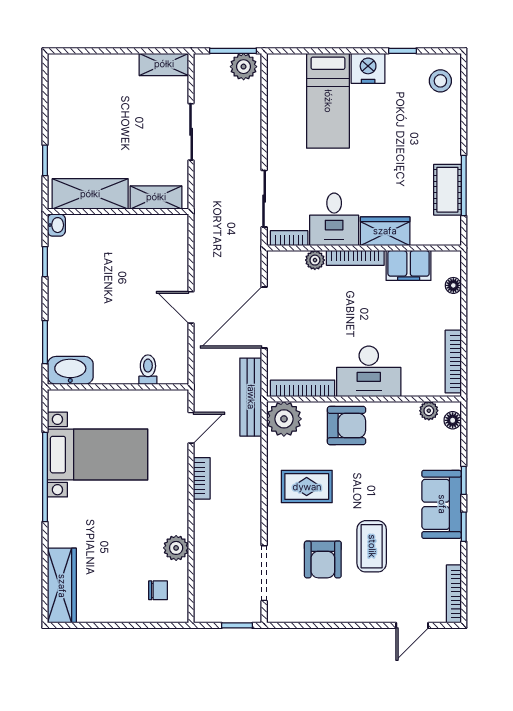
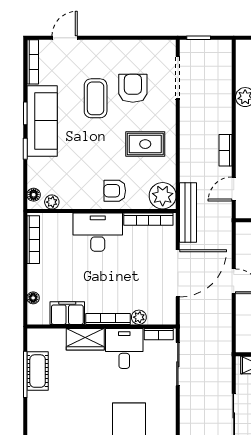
armchair: (347, 426) -> (115, 191), width x0.72, depth x0.72
sofa: (442, 504) -> (42, 121), width x1.36

